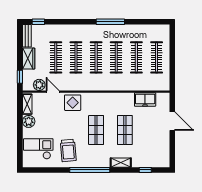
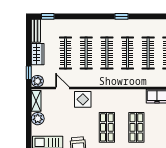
window: (110, 22) -> (122, 16), width x0.46
plant: (39, 85) -> (37, 81), moved

